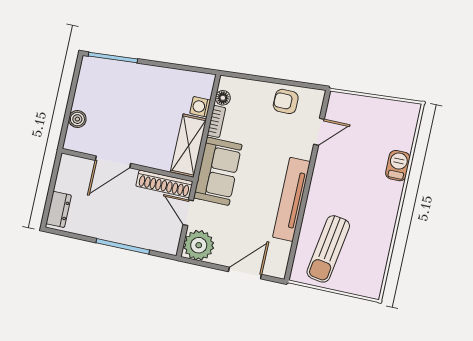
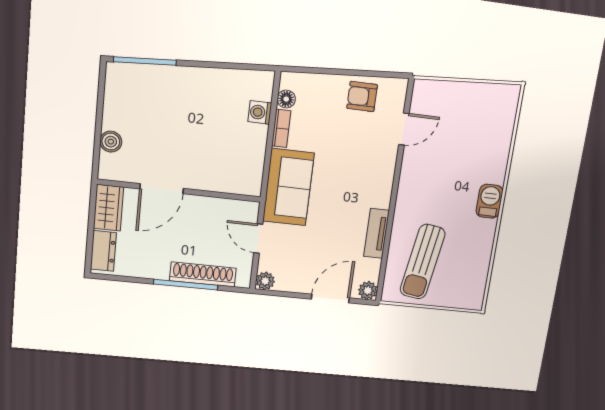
shelving: (188, 146) -> (250, 160), removed
barbecue: (398, 166) -> (489, 201), moved
wardrobe: (68, 173) -> (108, 208), added
shoe rack: (164, 184) -> (203, 274), moved, turned 180
tv unit: (291, 199) -> (377, 233), width x0.52, depth x0.78
plant: (199, 245) -> (265, 281), width x0.53, depth x0.53
plant: (278, 270) -> (368, 291), added

